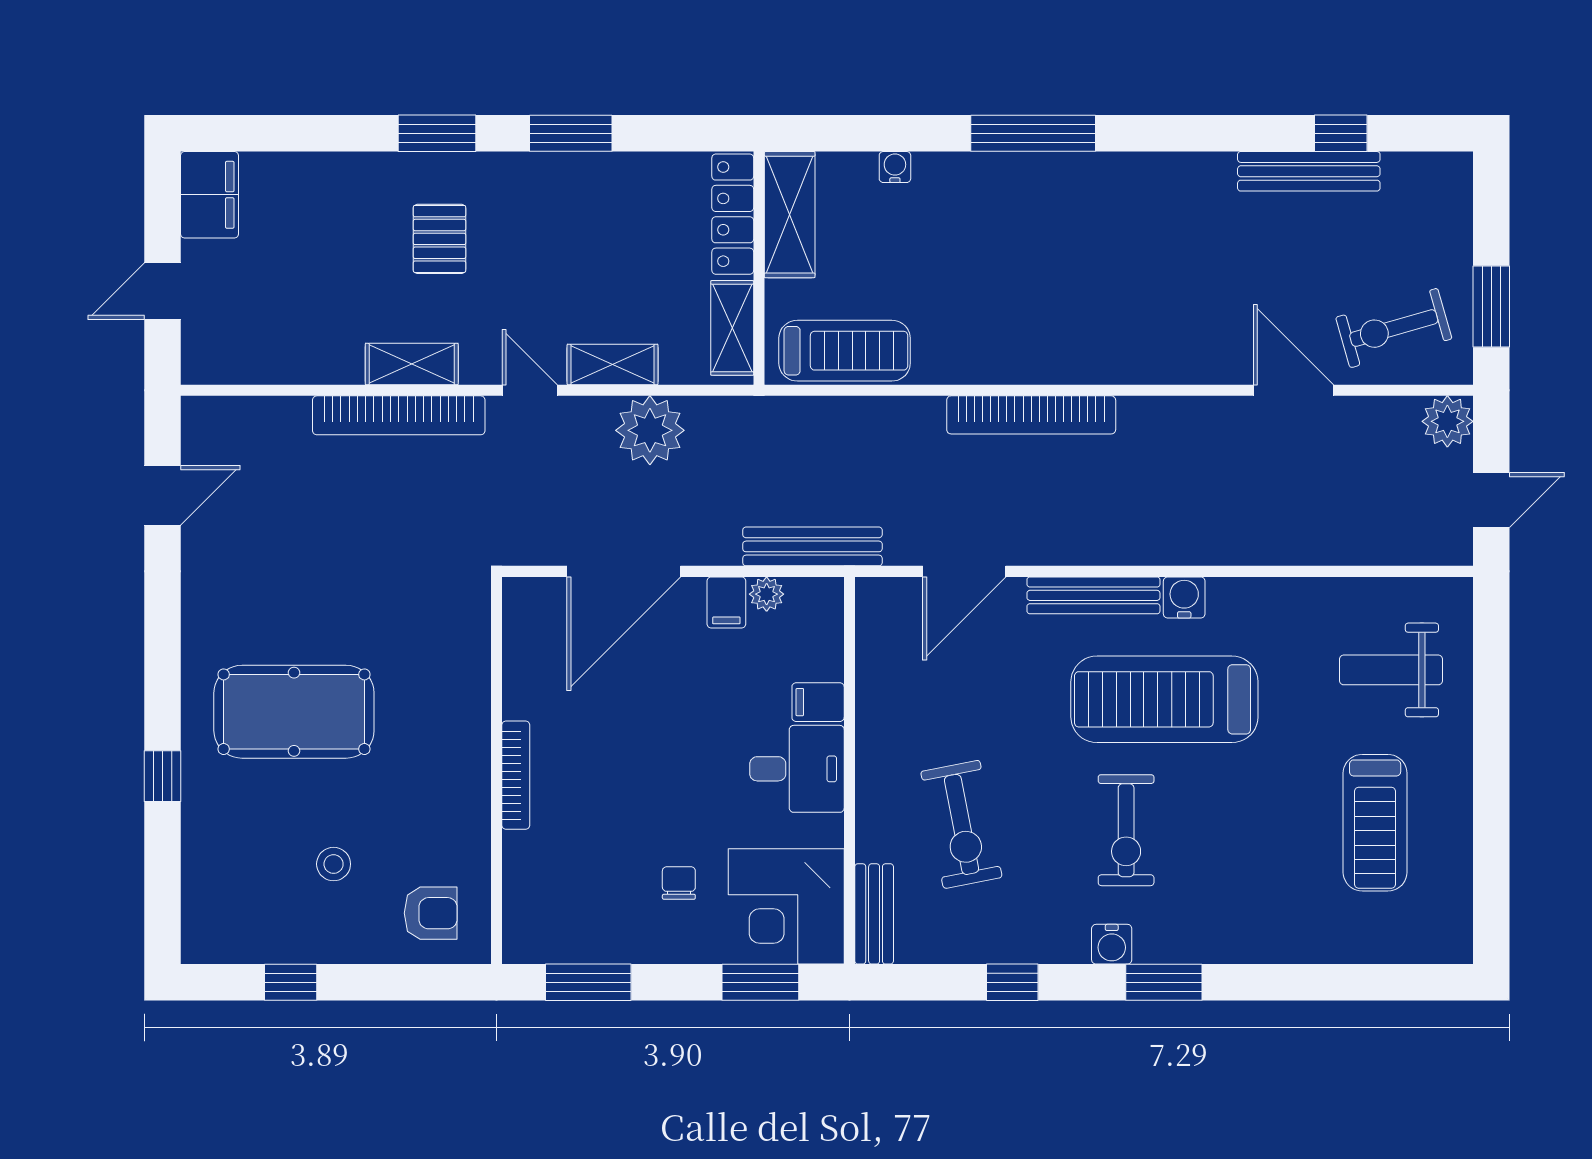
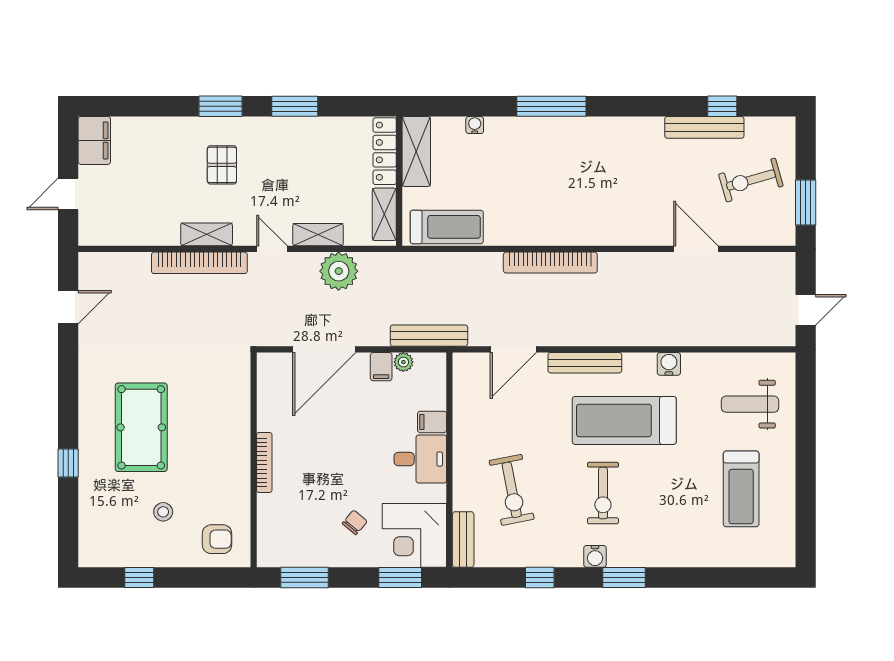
exercise bike: (1394, 328) -> (751, 180), moved
plant: (1447, 421) -> (781, 266), removed
water cooler: (1184, 597) -> (669, 364), moved
pool table: (294, 712) -> (141, 427), turned 90
chair: (679, 883) -> (355, 522), turned 40

